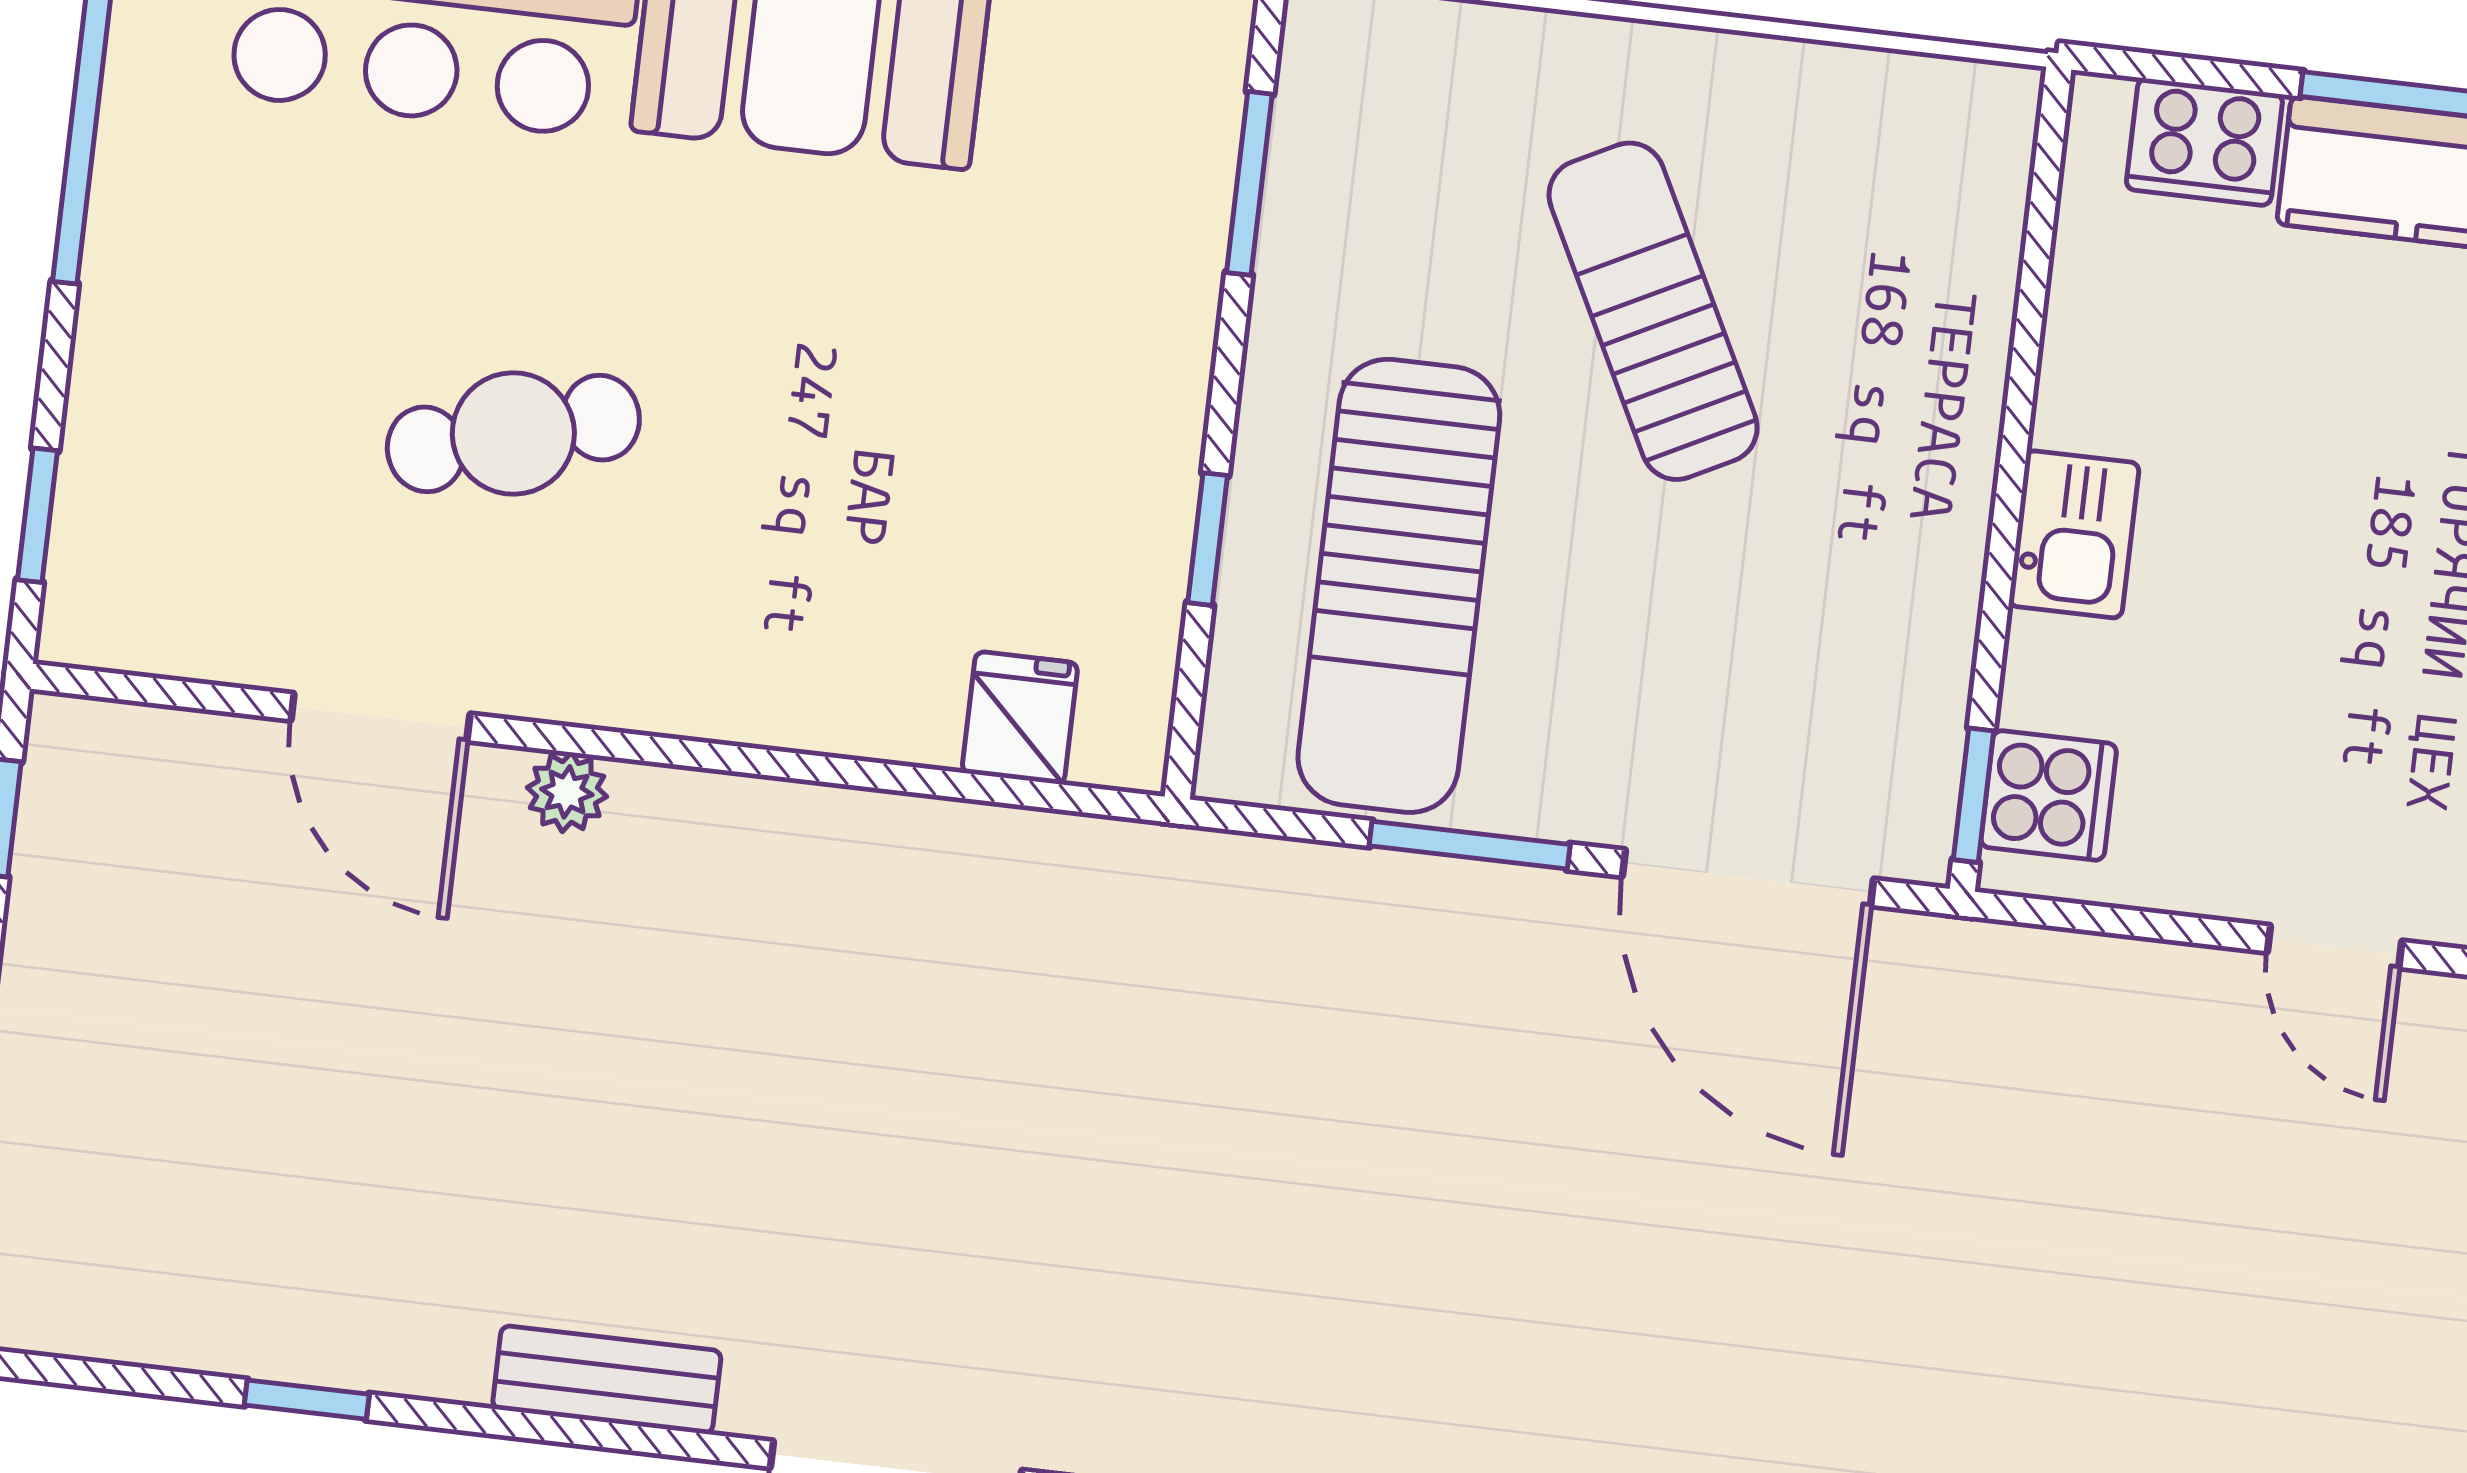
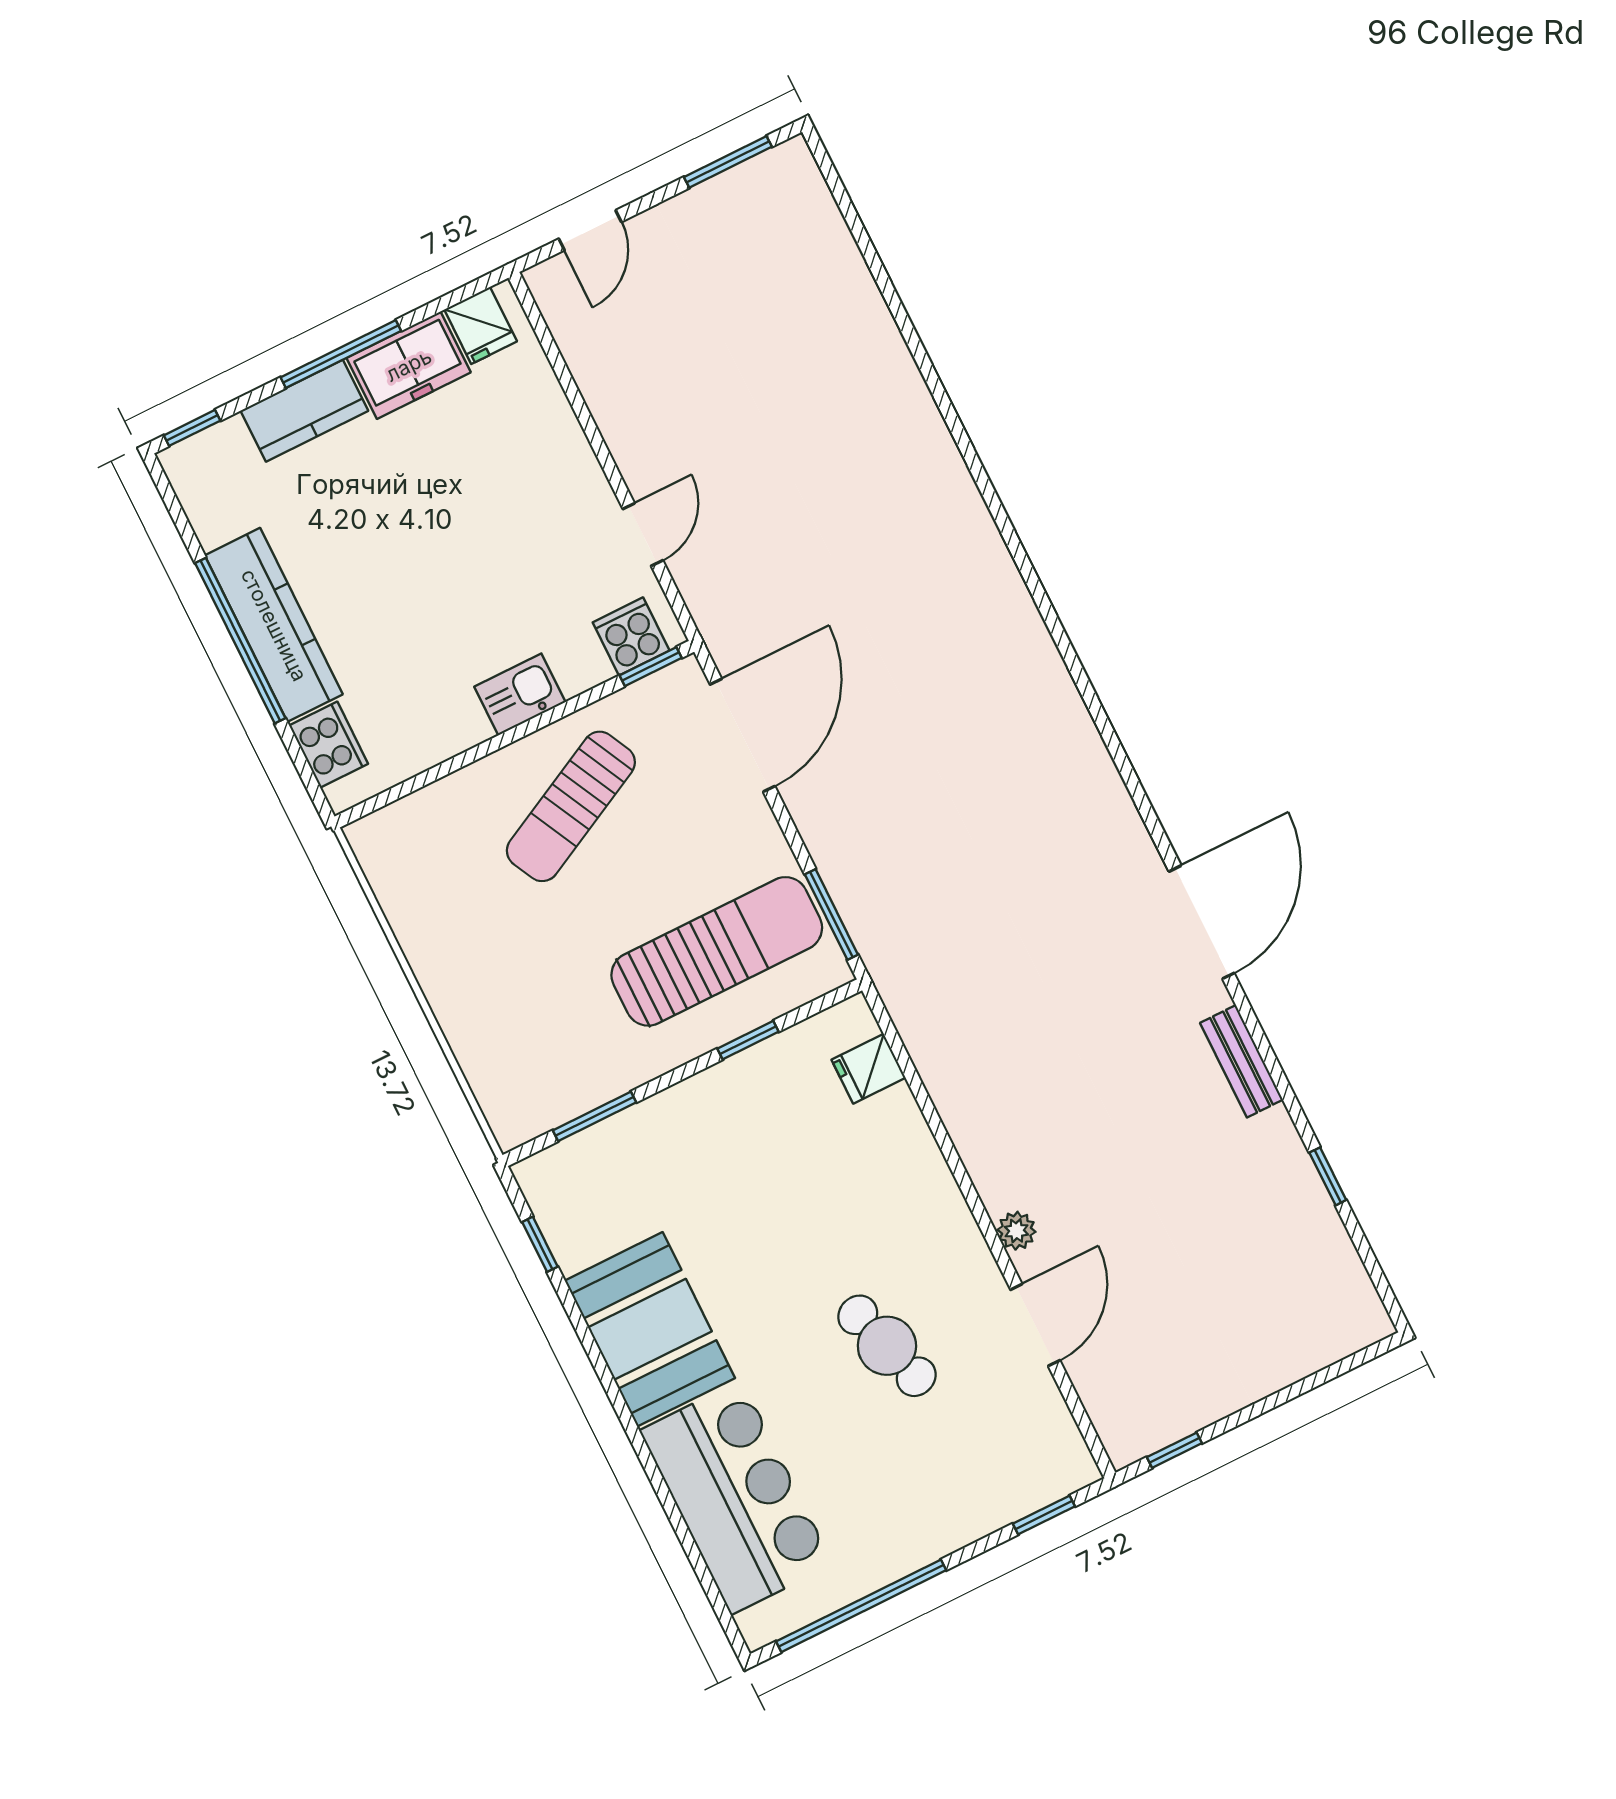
sun lounger: (1653, 311) -> (571, 806), moved
window: (1470, 845) -> (831, 914), moved
door: (2335, 947) -> (643, 535), moved

